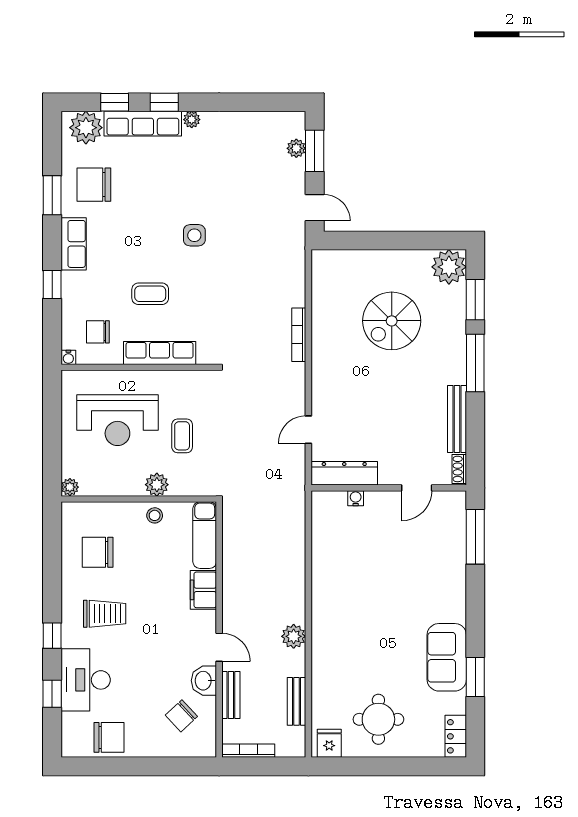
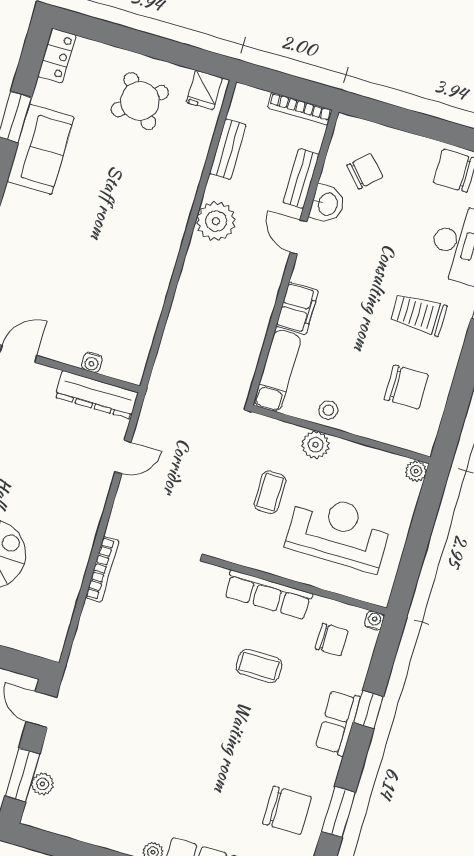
side table: (194, 235) -> (189, 718), removed
row of seats: (74, 244) -> (338, 723), moved
plant: (294, 636) -> (216, 221), width x1.36, depth x1.36
round table: (378, 719) -> (140, 101), turned -38

